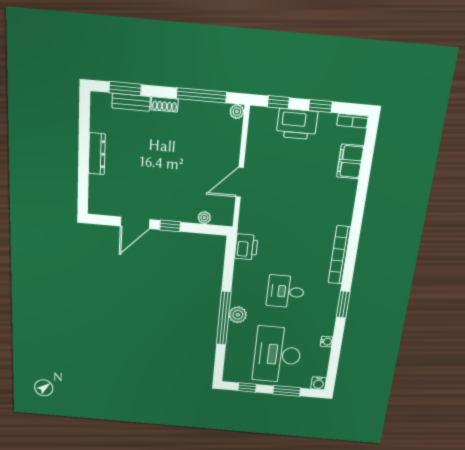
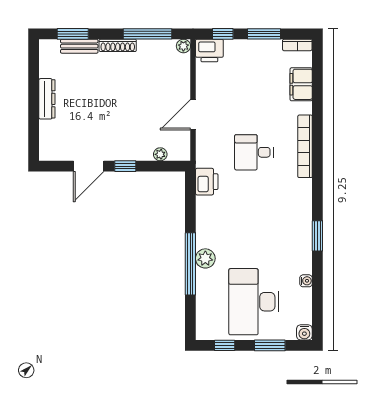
shoe rack: (165, 104) -> (118, 45), width x1.43
window: (320, 106) -> (264, 34), width x1.50
printer: (297, 124) -> (209, 51), moved, width x0.73, depth x0.84
bookcase: (339, 255) -> (305, 146), moved
desk: (286, 292) -> (254, 152), moved

